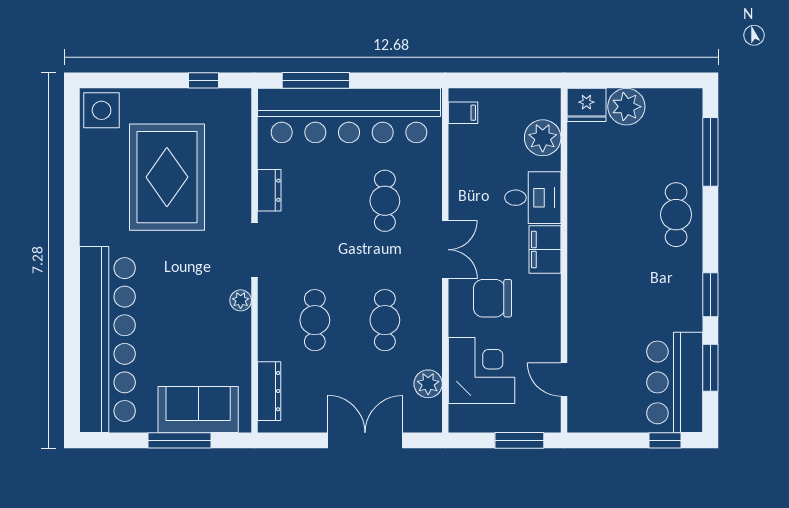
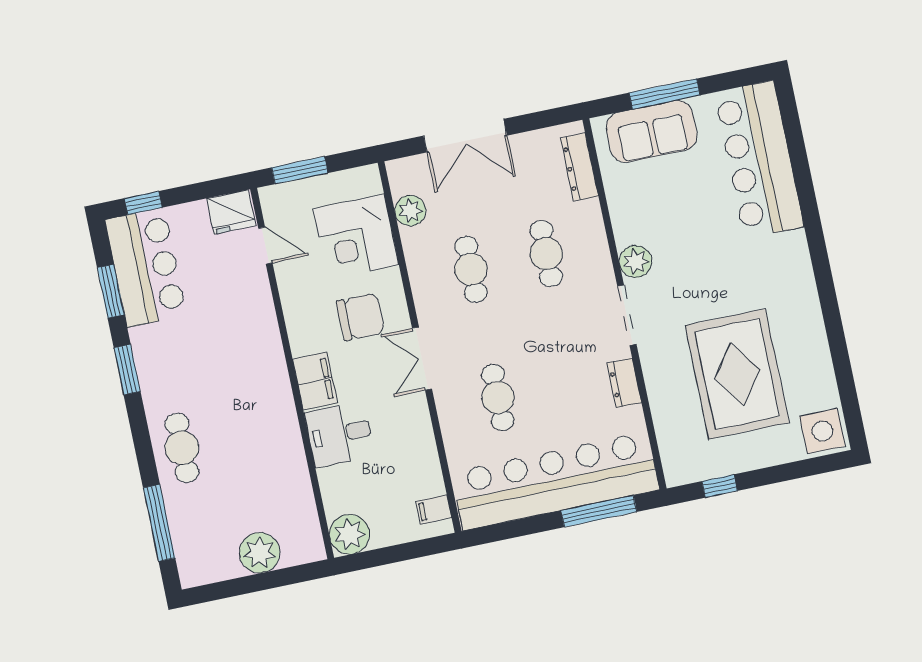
fridge: (586, 105) -> (231, 212), moved, turned 180
plant: (543, 138) -> (350, 534), moved
plant: (241, 300) -> (636, 262), width x1.38, depth x1.38
bar counter: (107, 340) -> (759, 160), width x0.73

